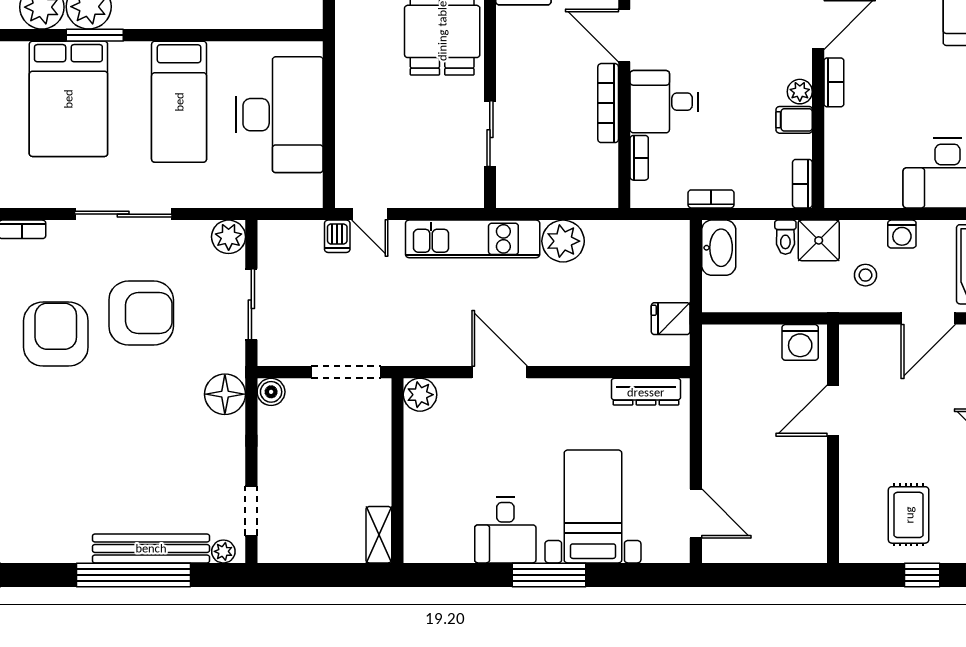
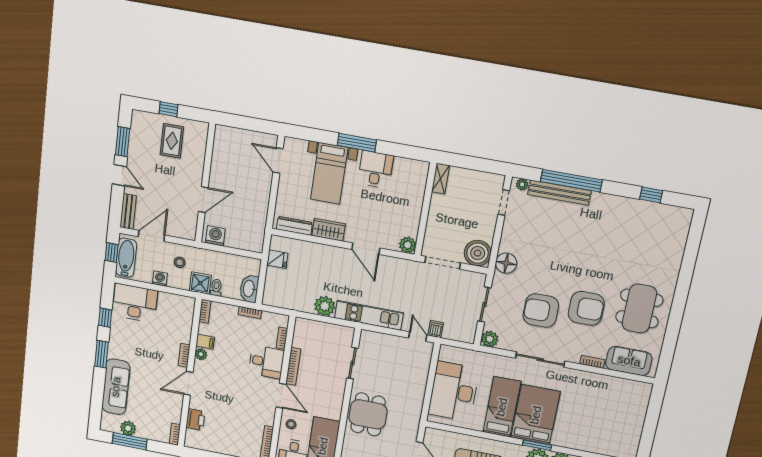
bed: (68, 99) -> (536, 415), moved
armchair: (56, 334) -> (586, 308), turned -90
boiler: (271, 392) -> (478, 253), width x1.86, depth x1.86
wardrobe: (578, 396) -> (329, 230), added

